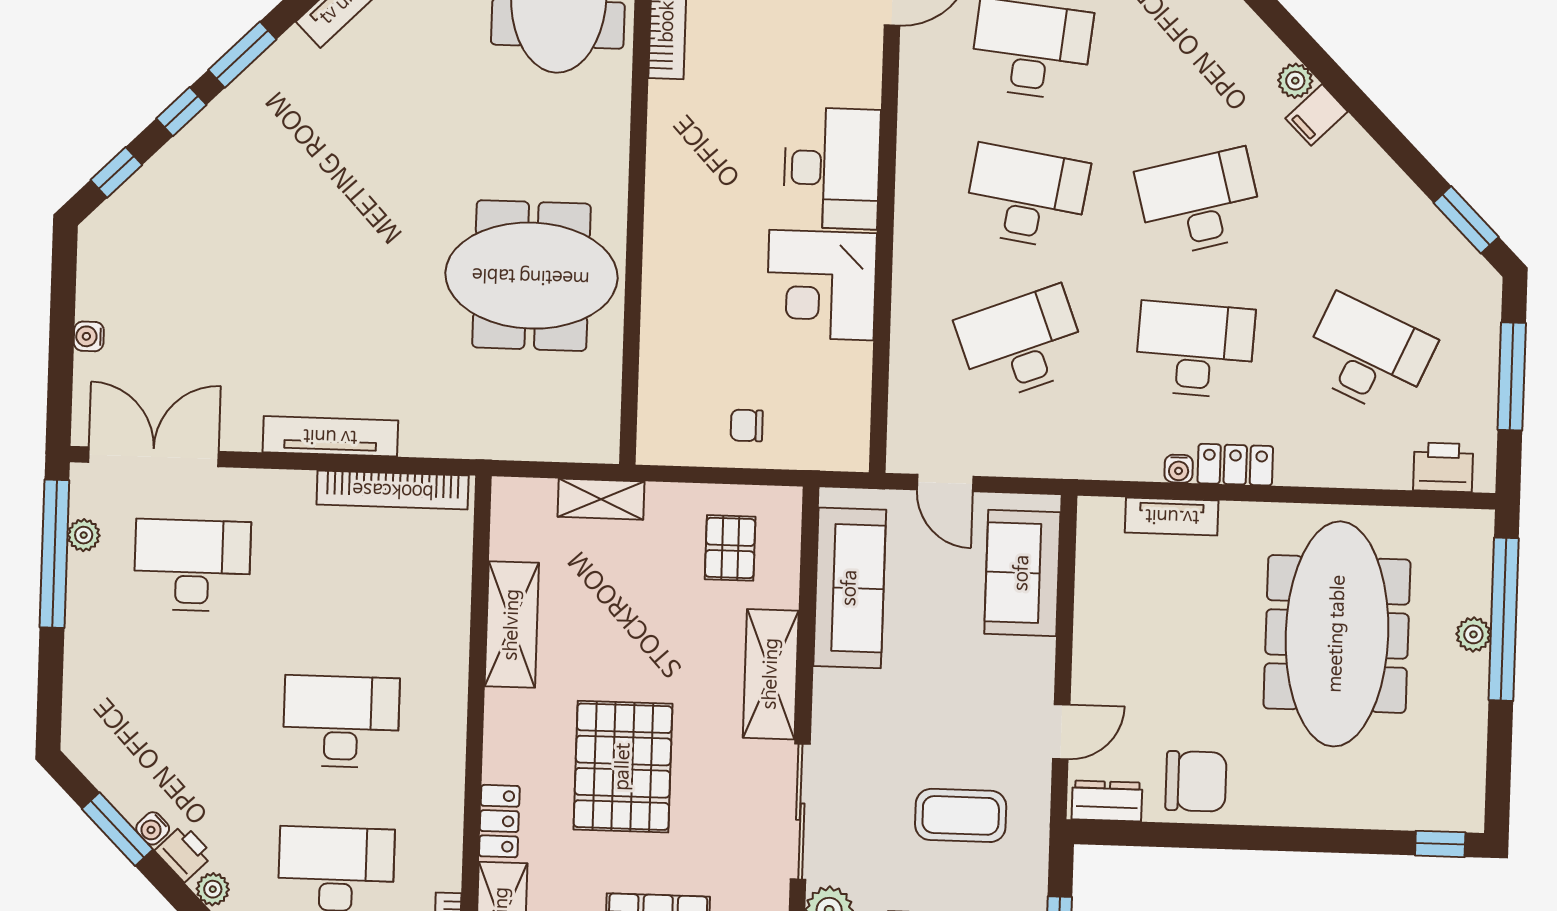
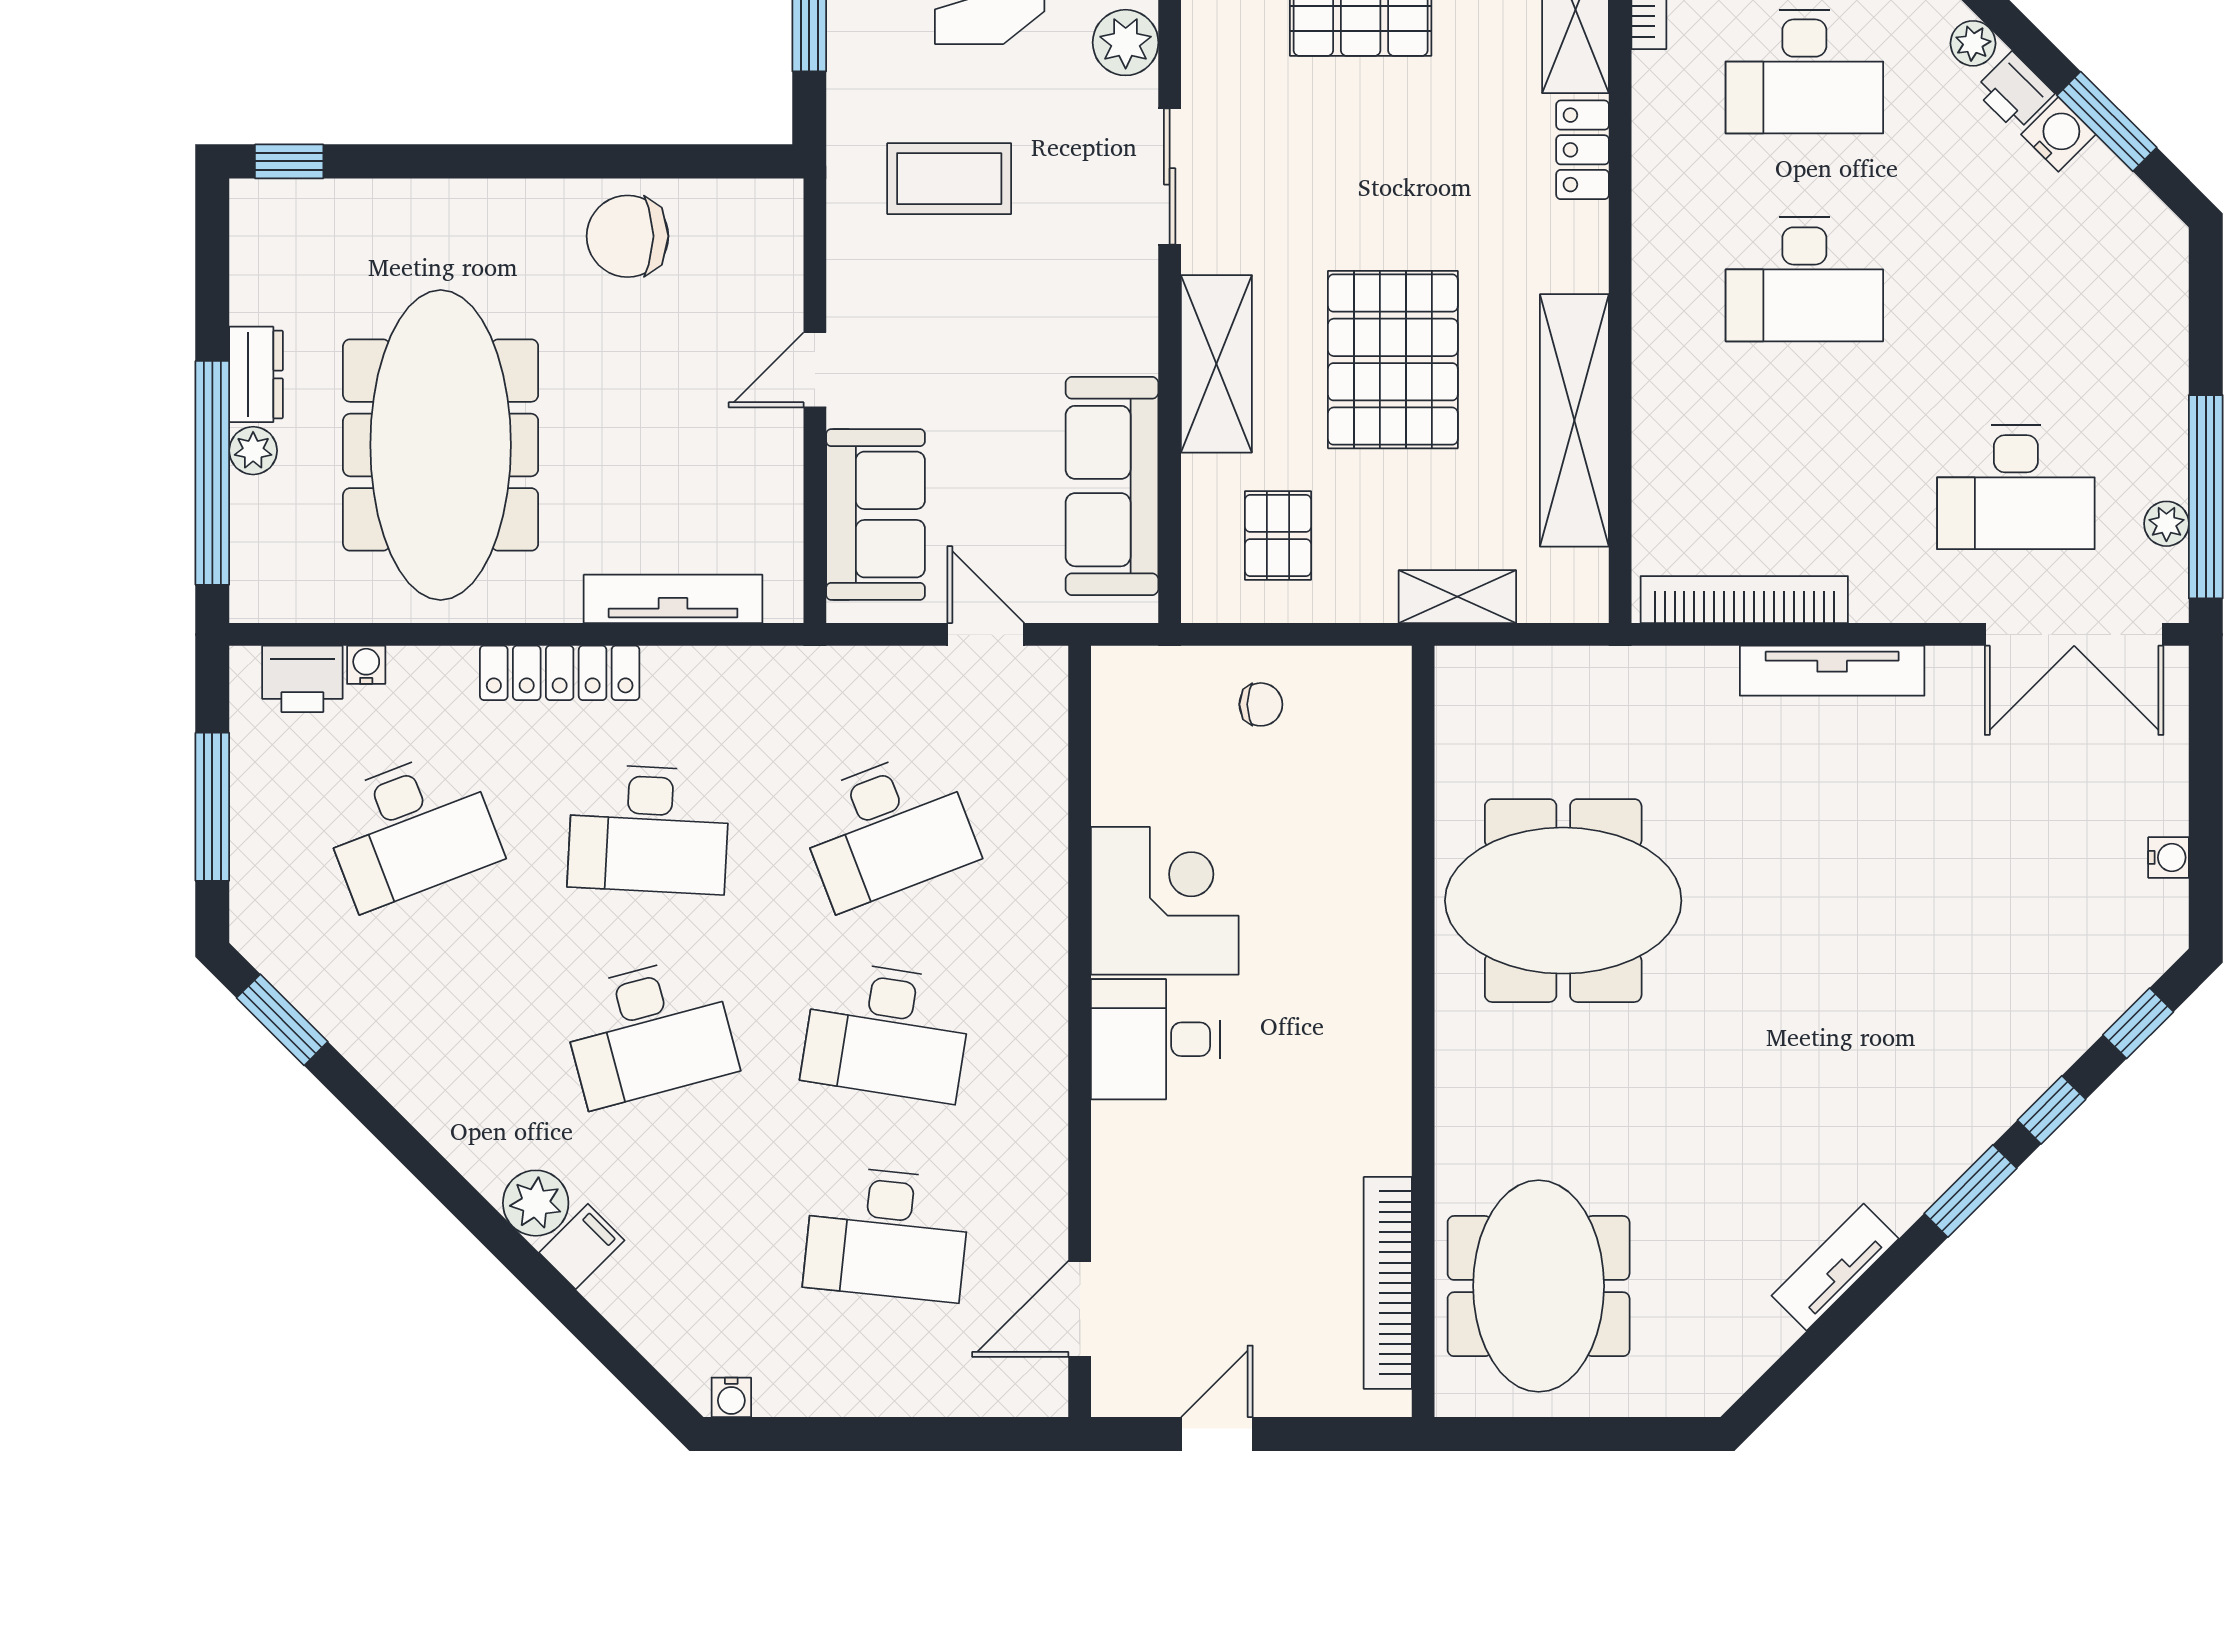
plant: (1295, 81) -> (536, 1203), width x1.38, depth x1.38
filing cabinet: (1317, 115) -> (582, 1246), moved
desk: (832, 168) -> (1156, 1039), width x0.73
water cooler: (89, 336) -> (2169, 857), moved
desk: (1368, 355) -> (411, 829), turned -45
locker: (1235, 465) -> (560, 673), width x1.53
water cooler: (1179, 469) -> (366, 665), moved
tv unit: (1172, 516) -> (673, 599), width x1.41
shelving: (512, 625) -> (1574, 420), width x1.47
door: (1061, 732) -> (815, 370), moved
pallet: (623, 767) -> (1393, 360), moved
dresser: (1107, 801) -> (256, 374), moved, turned -90
sliding door: (800, 812) -> (1170, 176), width x0.73
water cooler: (153, 828) -> (2058, 134), width x1.38, depth x1.38

